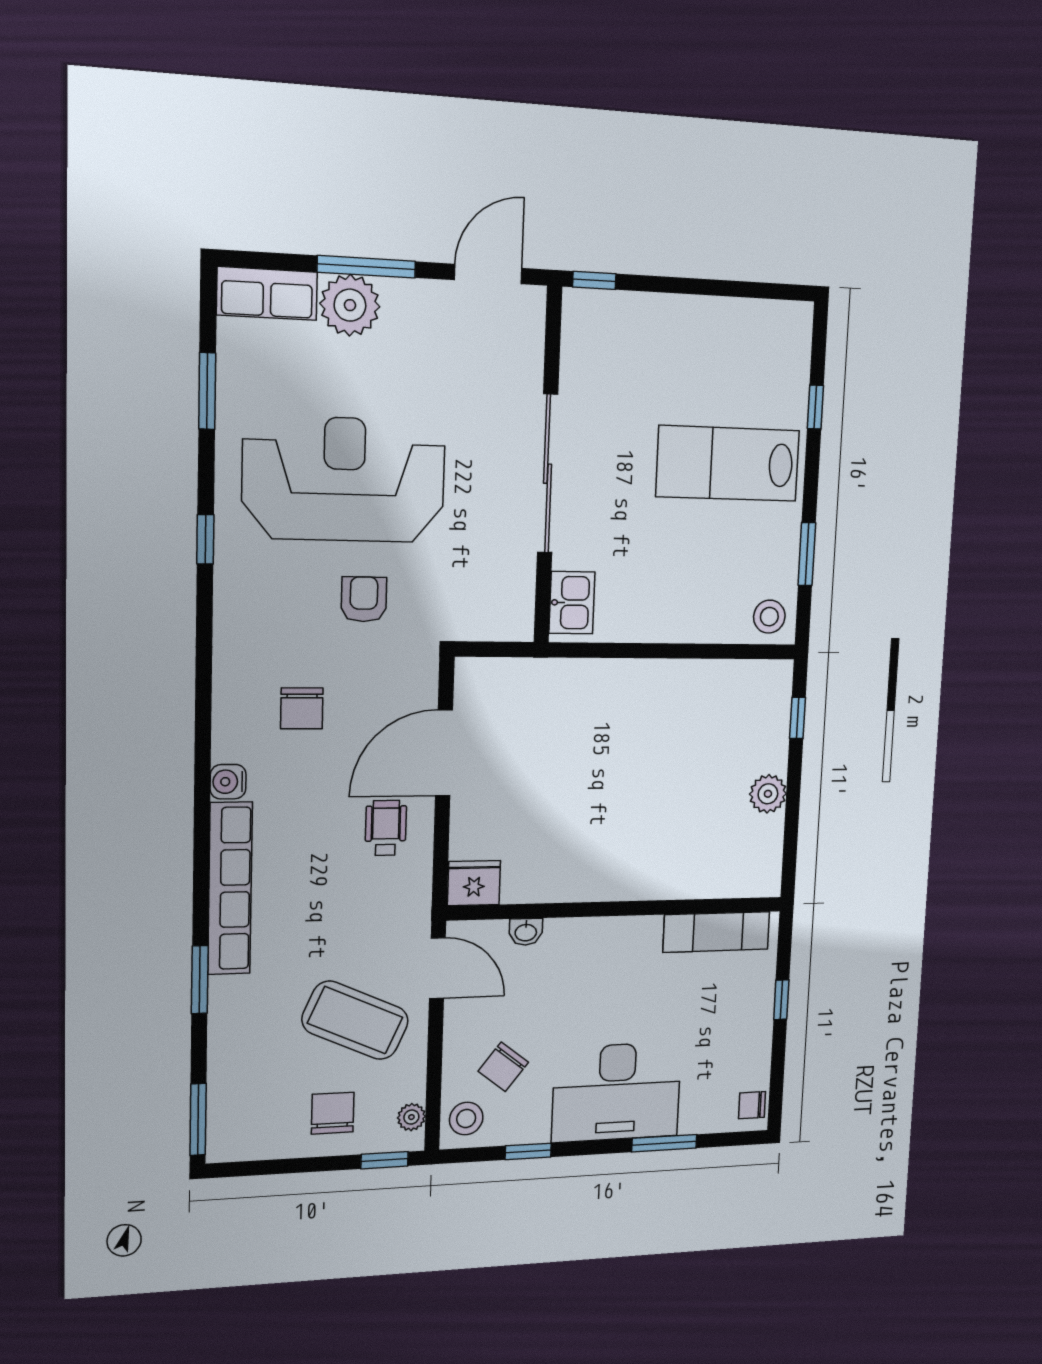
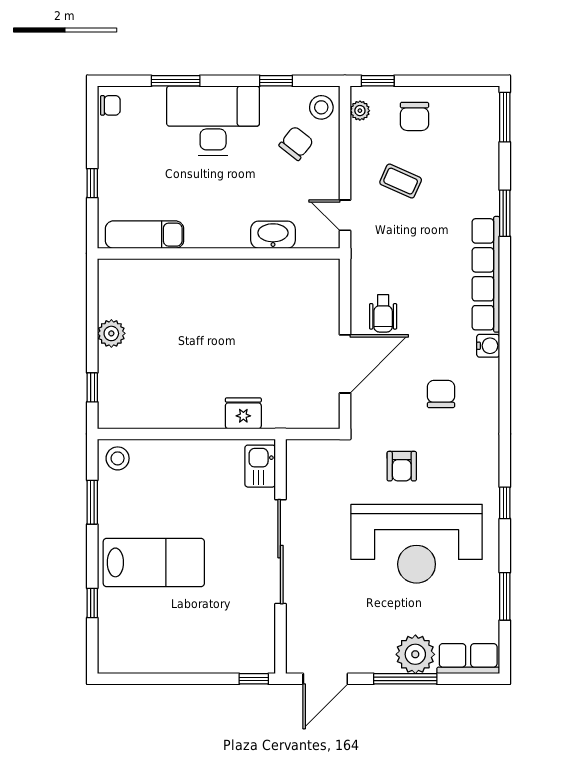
fridge: (474, 883) -> (243, 413), moved, turned 180
washbasin: (526, 932) -> (273, 235), width x1.91, depth x1.45
door: (437, 968) -> (345, 215), width x0.73
coffee table: (355, 1020) -> (401, 181), width x0.54, depth x0.58

